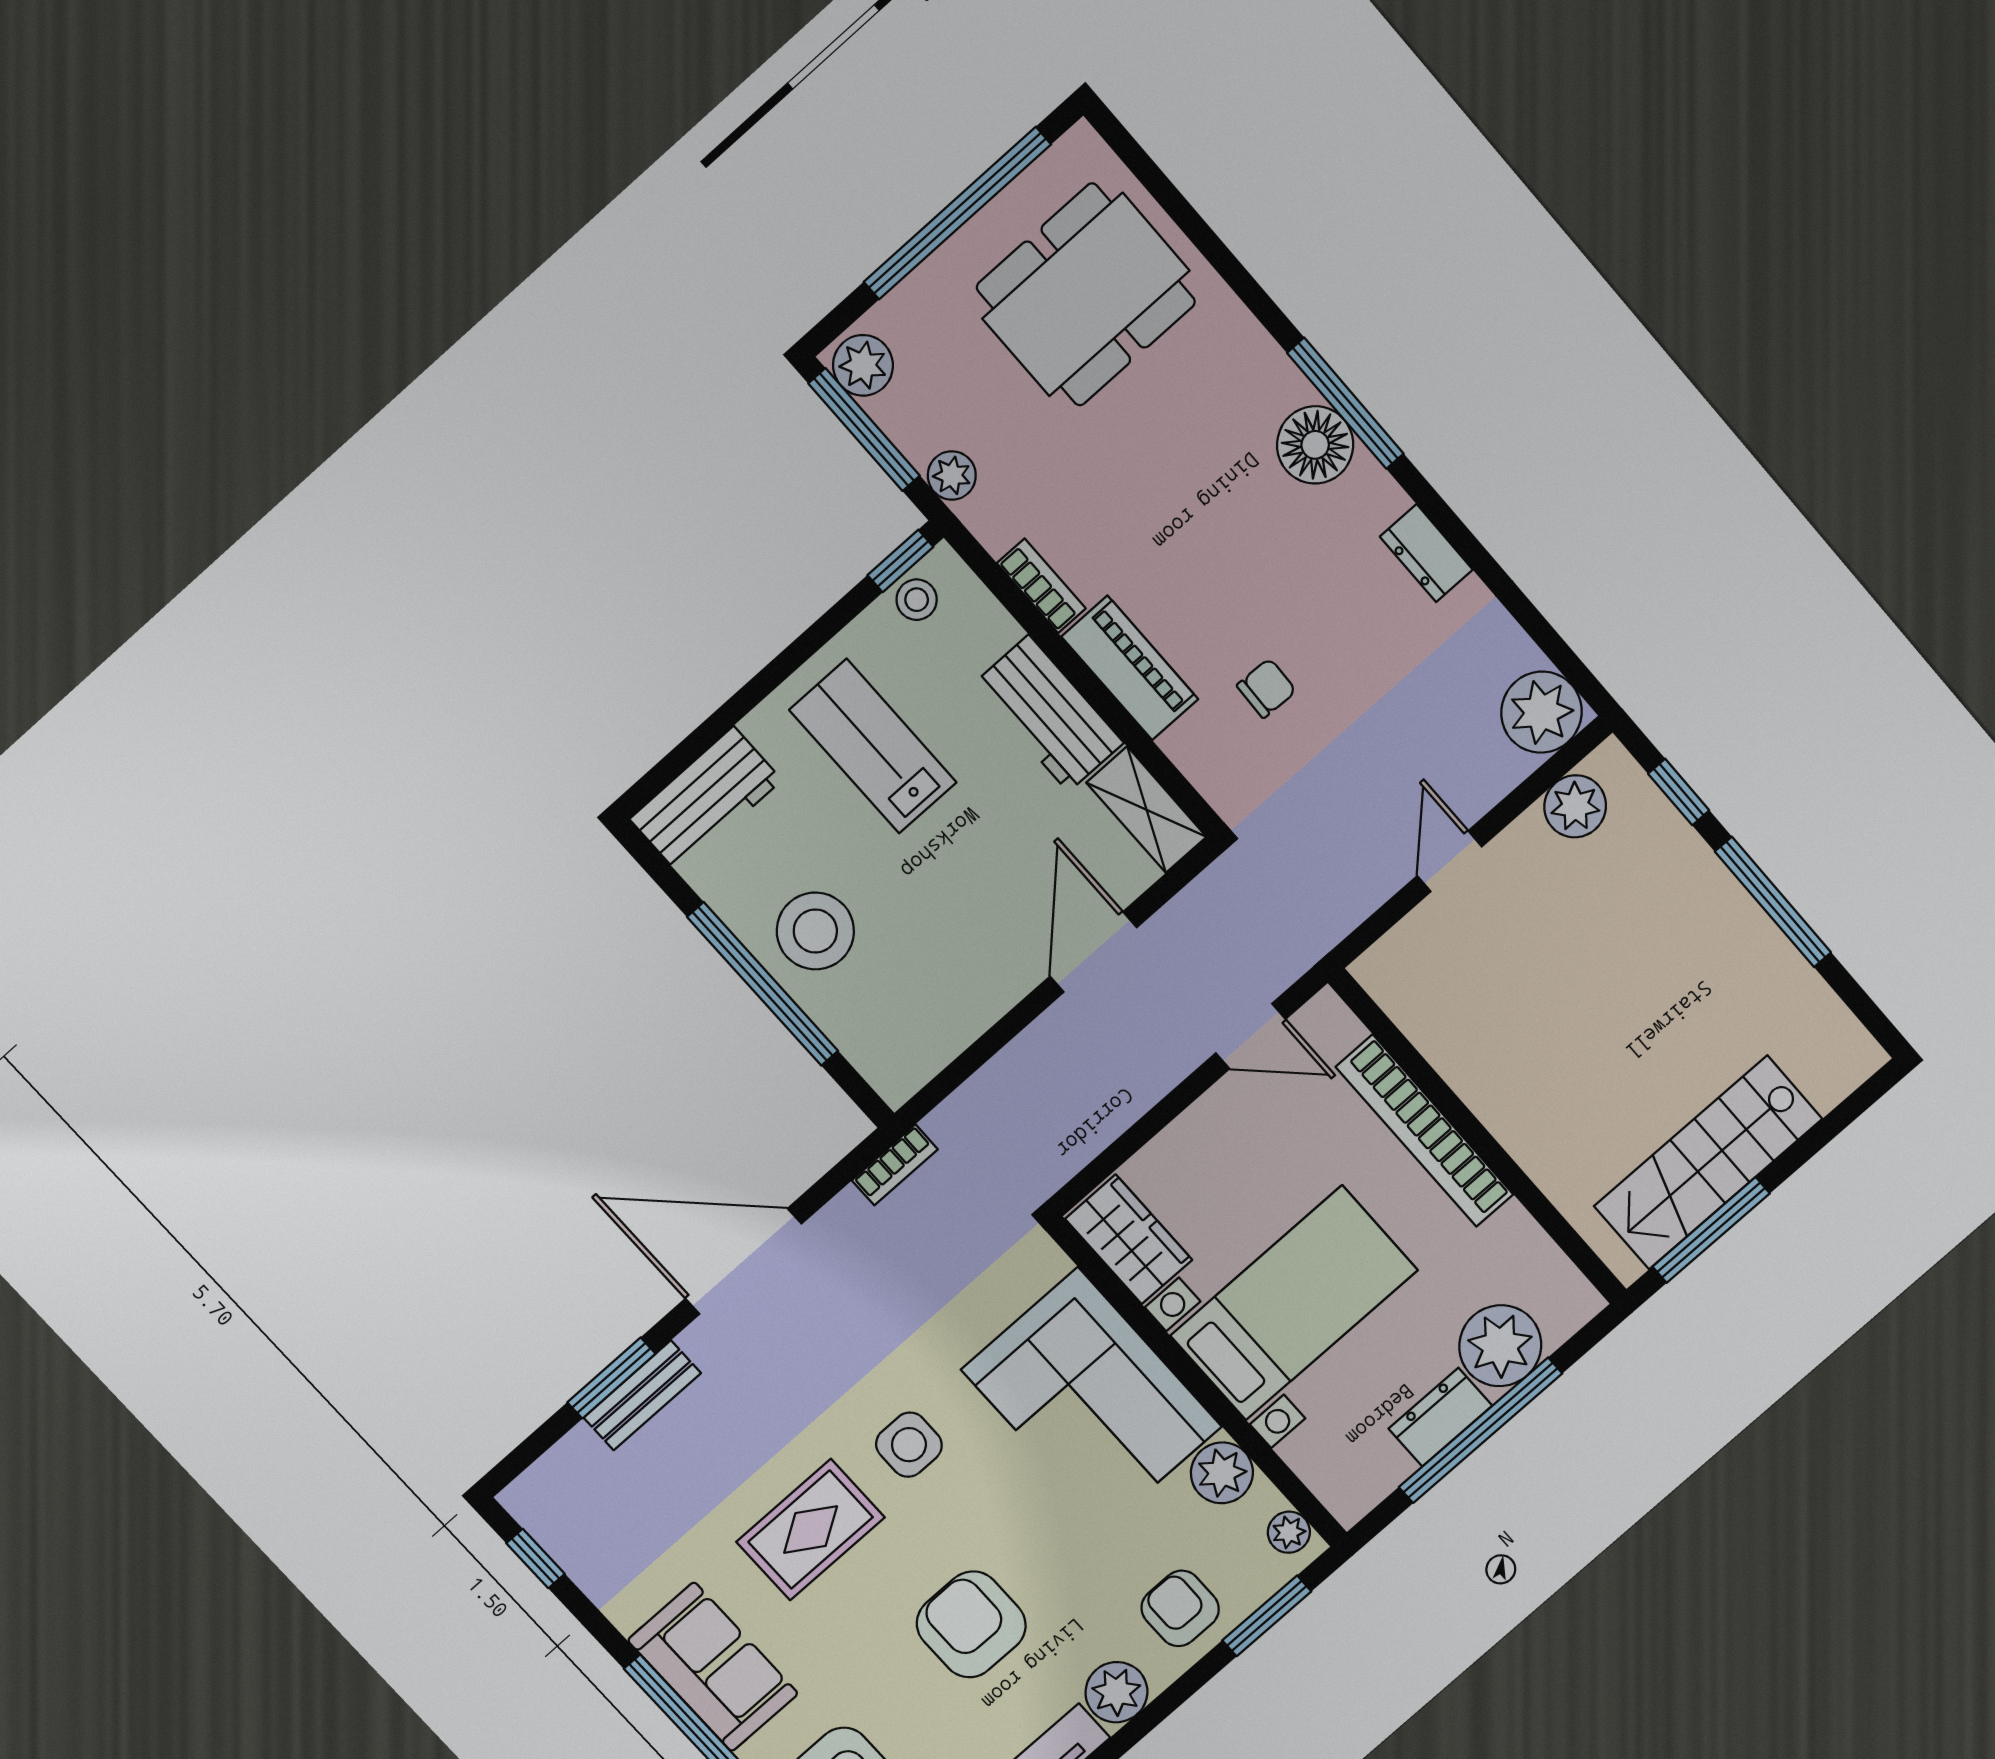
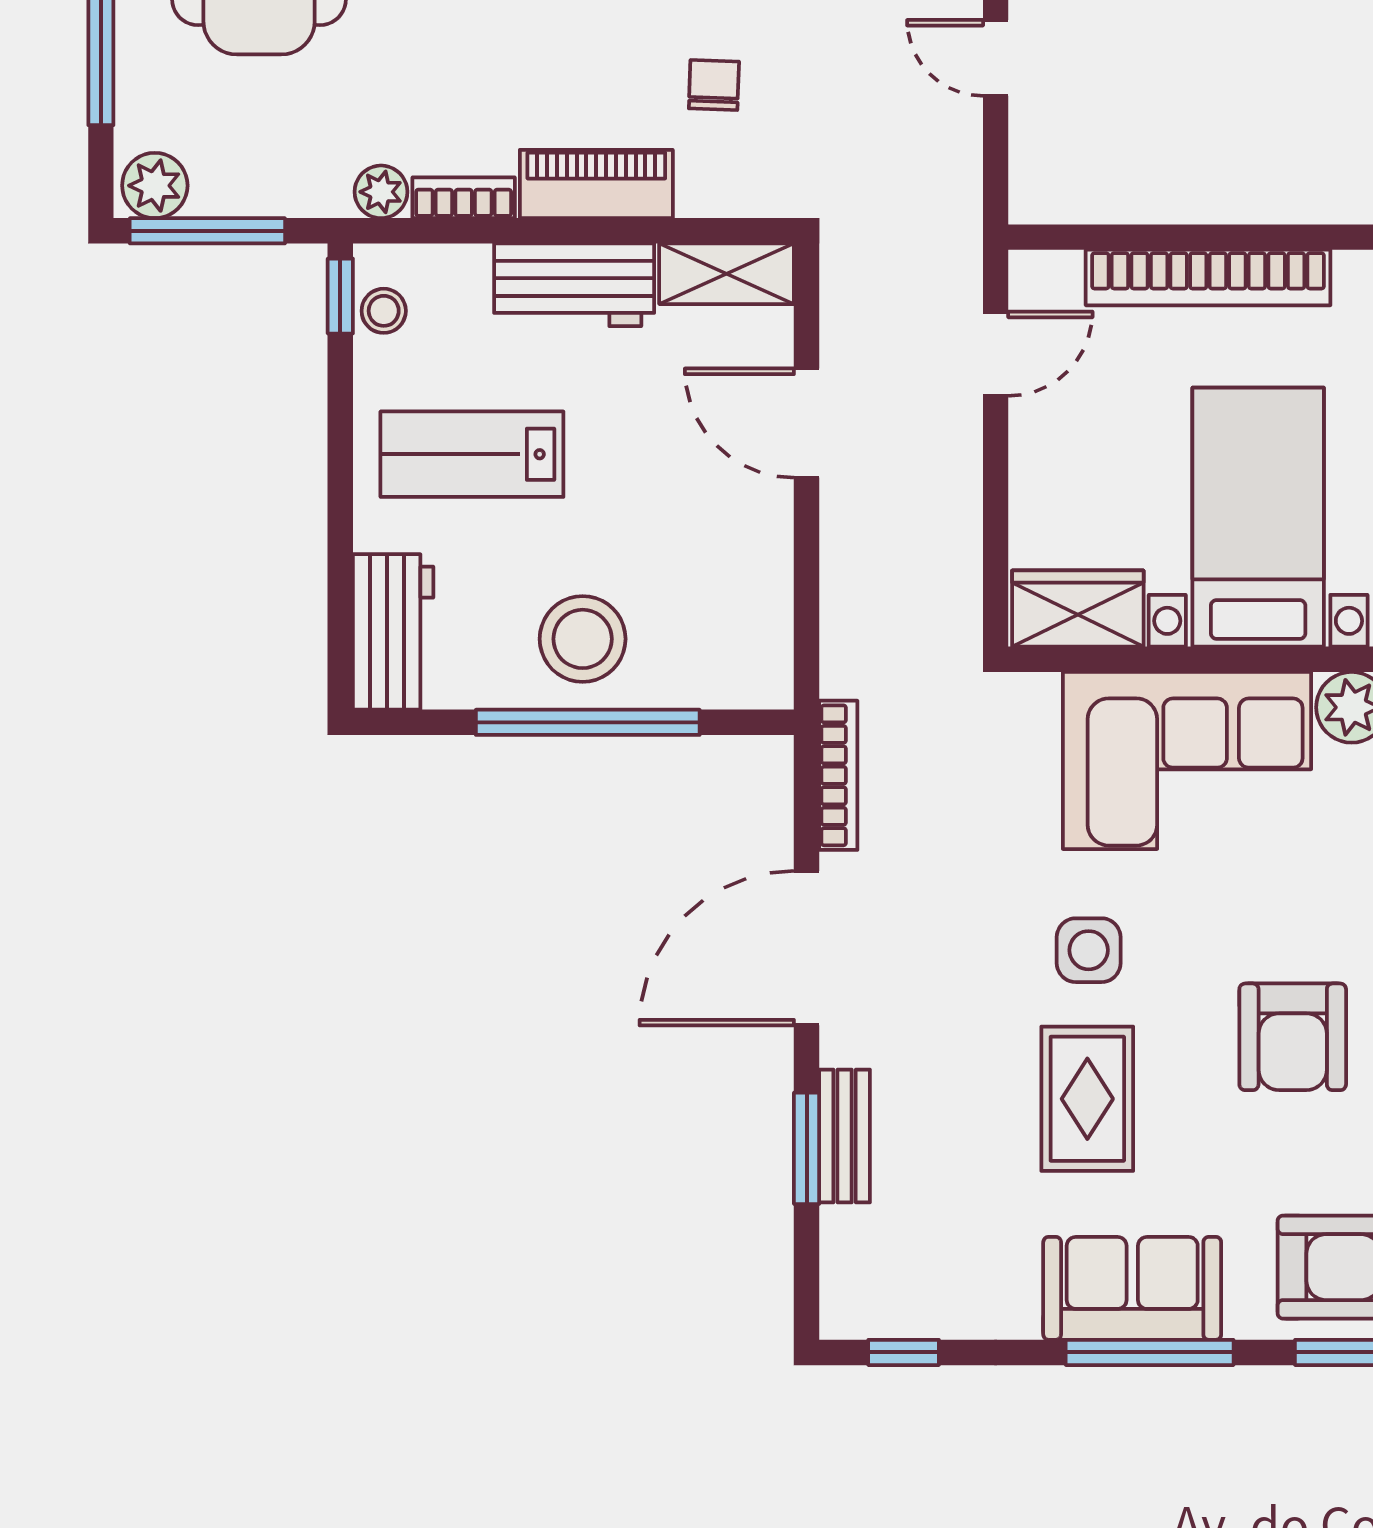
plant: (952, 476) -> (381, 192), moved
bookcase: (895, 1165) -> (838, 775), width x1.56
armchair: (971, 1624) -> (1293, 1037), turned -90

